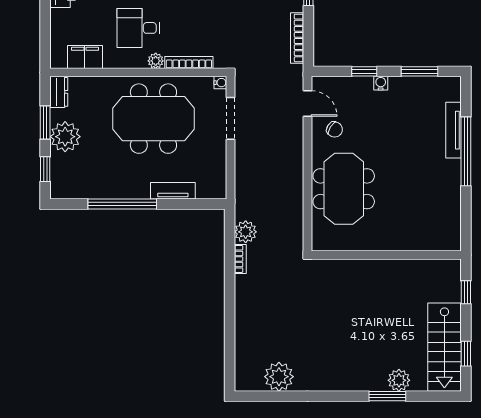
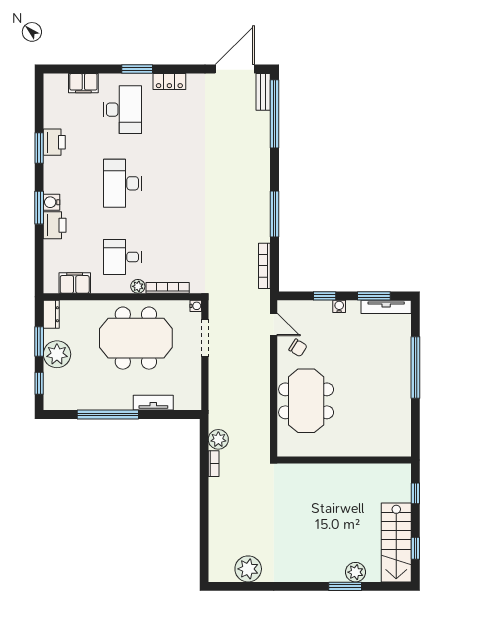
tv unit: (454, 130) -> (386, 307), moved, turned -90

